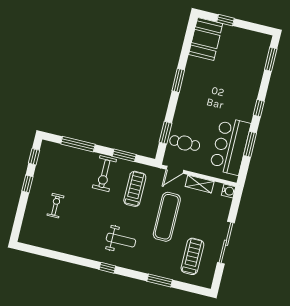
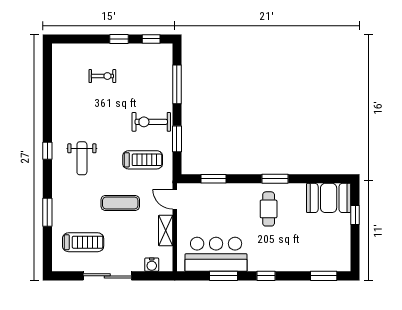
cafe table: (185, 143) -> (269, 209), moved
water cooler: (229, 191) -> (152, 265), moved
exercise mat: (167, 217) -> (120, 203), width x0.73, depth x0.69

